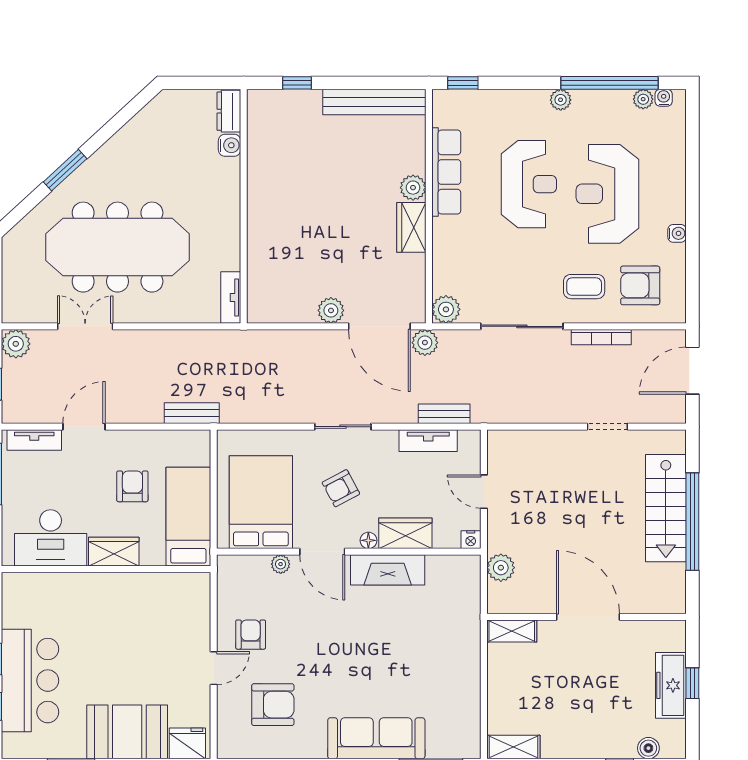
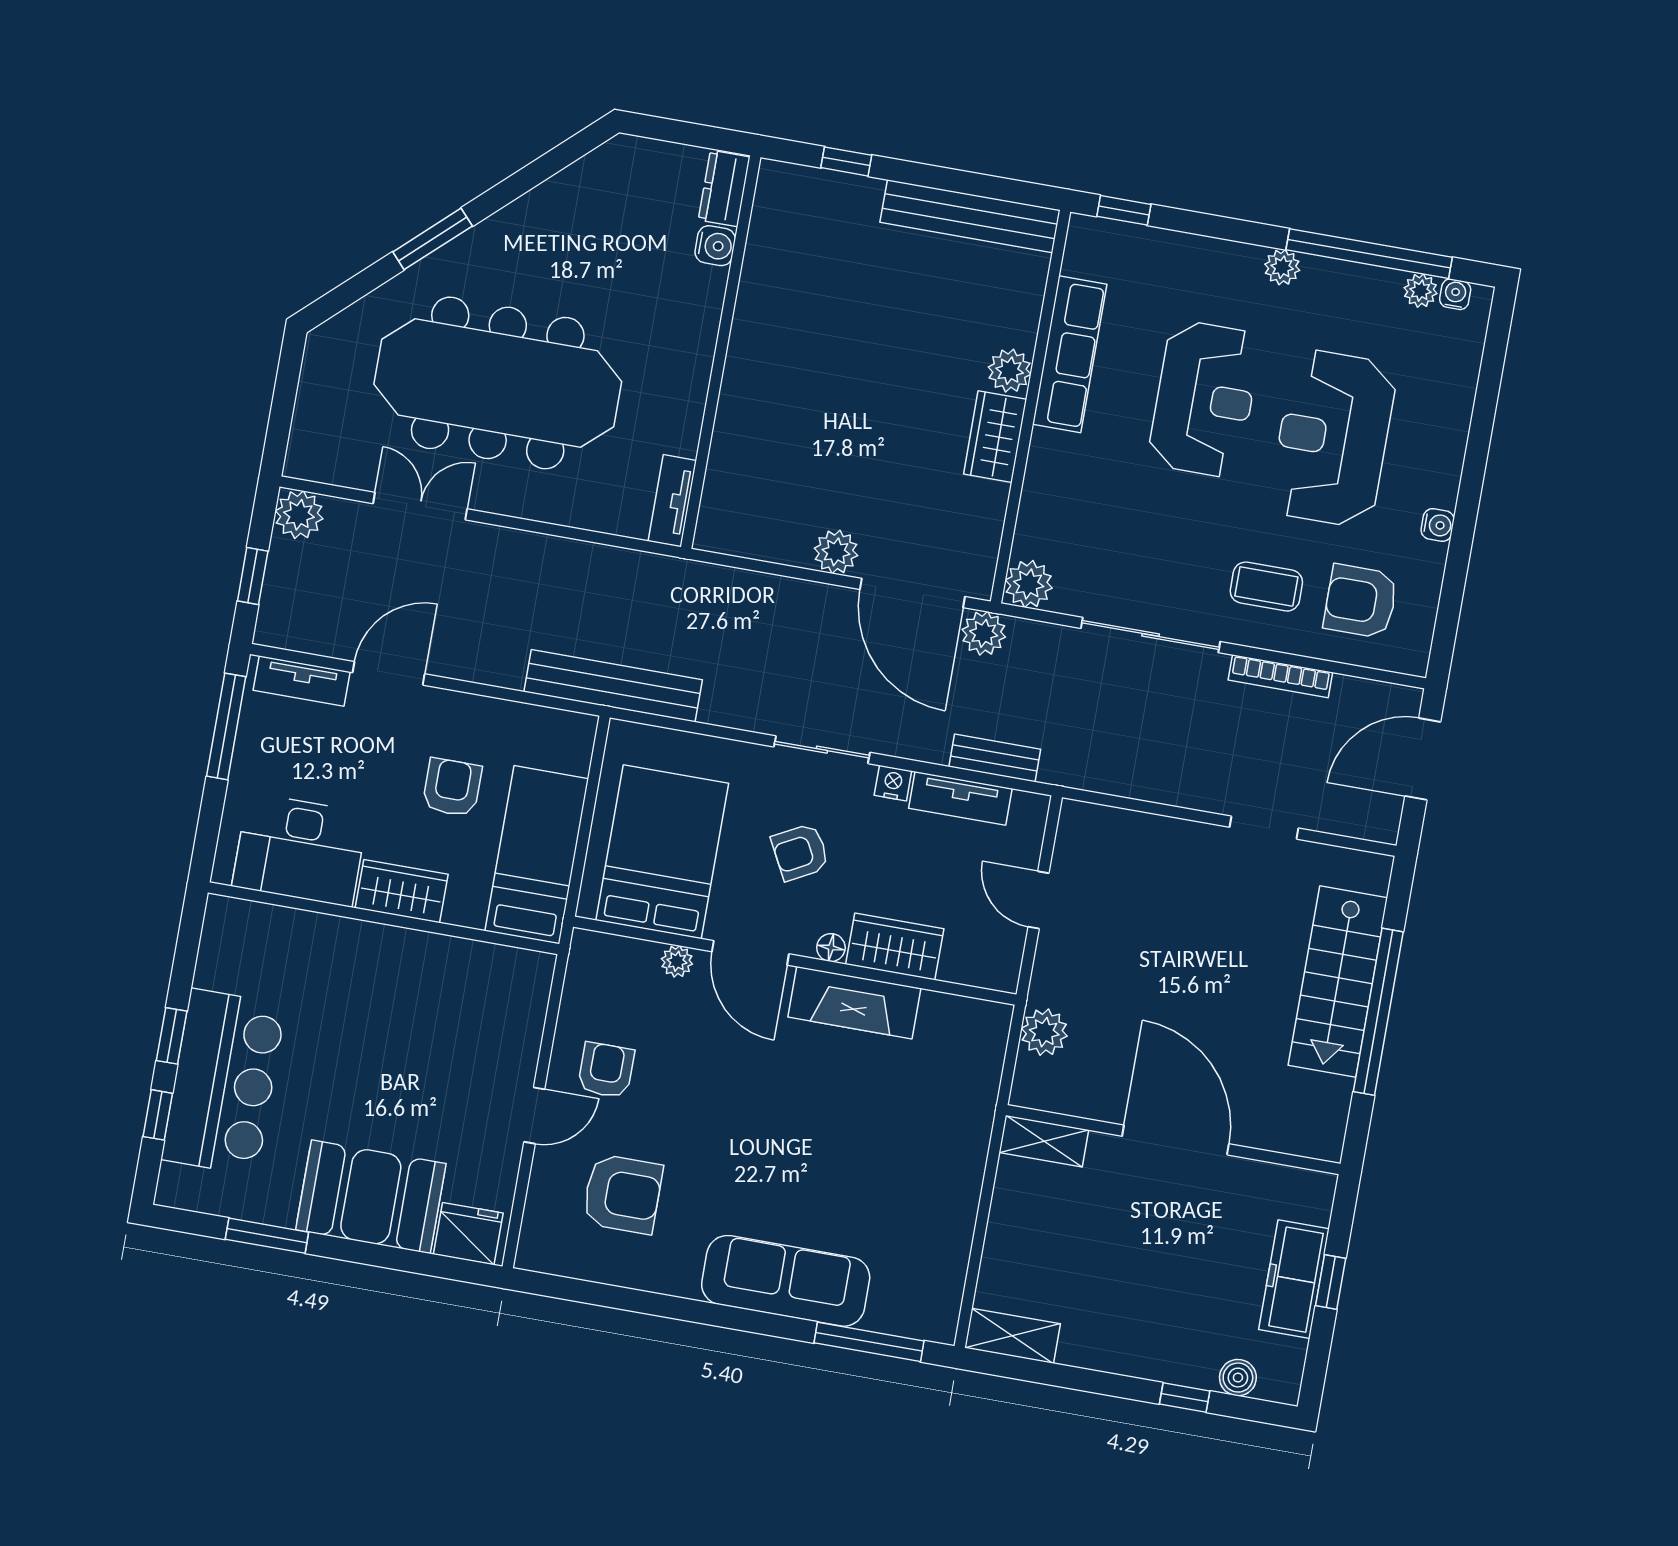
bench: (192, 413) -> (613, 686), width x1.86, depth x1.21
nightstand: (471, 540) -> (893, 783), moved, turned 180

